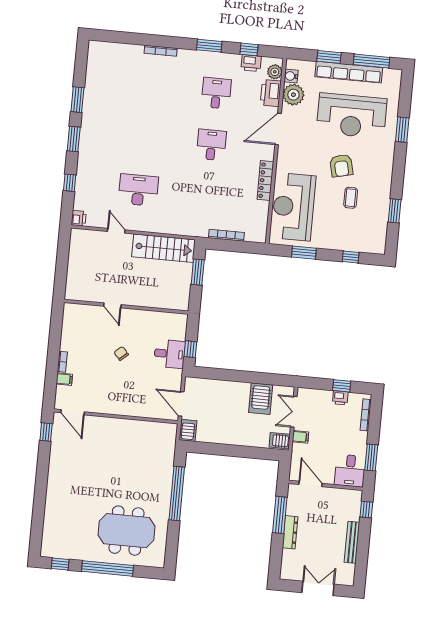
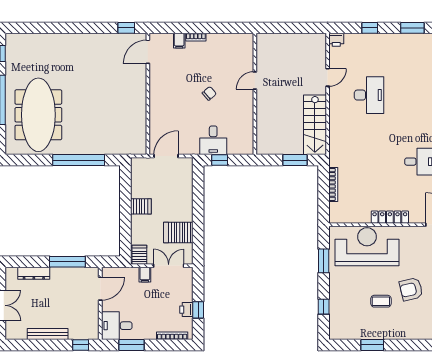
server rack: (188, 430) -> (141, 206), moved
meeting table: (127, 531) -> (38, 115), width x1.36
dresser: (290, 532) -> (34, 273), moved

